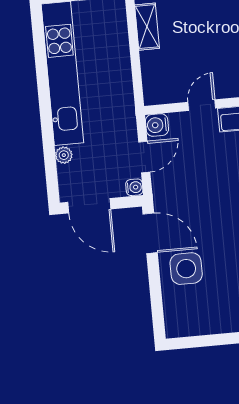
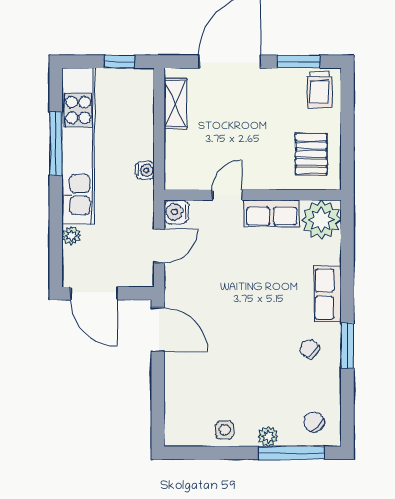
window: (42, 73) -> (56, 143), added
water cooler: (134, 187) -> (145, 170), moved
side table: (186, 269) -> (224, 430), moved, width x0.54, depth x0.54

